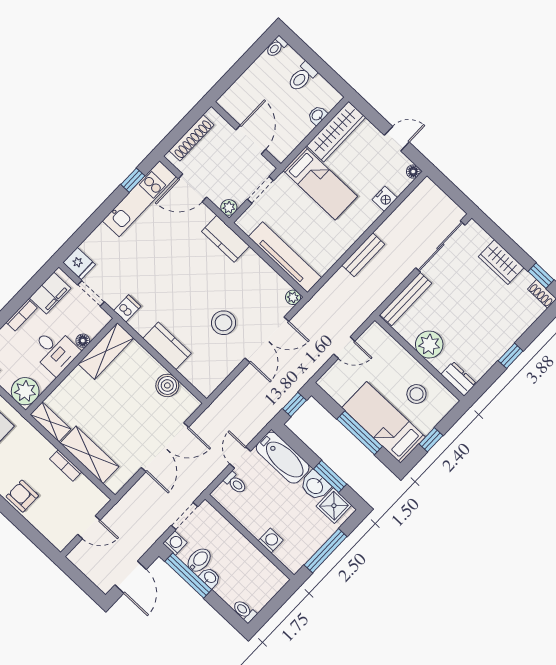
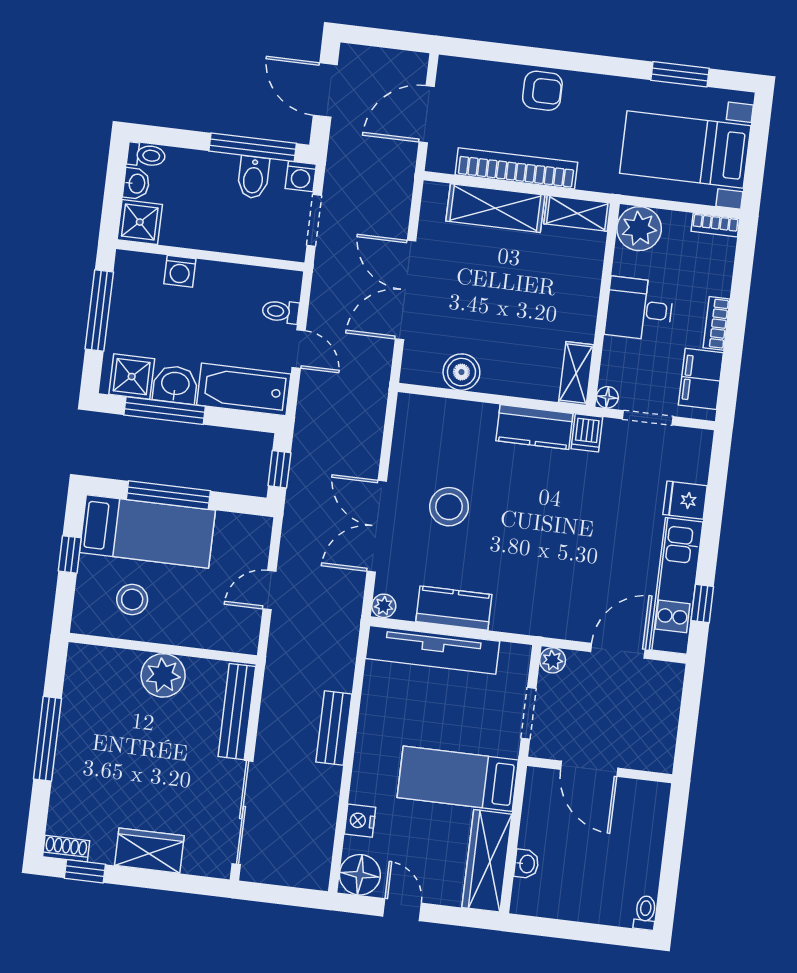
toilet: (302, 77) -> (583, 899), removed
shoe rack: (192, 138) -> (667, 714), removed
door: (397, 139) -> (402, 910), swing flipped
floor lamp: (413, 172) -> (360, 875), width x1.89, depth x1.89
kitchen counter: (226, 239) -> (454, 608), moved
fridge: (79, 264) -> (685, 500), moved
floor lamp: (83, 341) -> (607, 397), moved
kitchen counter: (167, 346) -> (534, 427), moved
shelving: (106, 351) -> (576, 373), width x0.67, depth x0.75
window: (511, 356) -> (47, 739), width x2.17
dresser: (459, 379) -> (92, 659), removed
bookcase: (66, 465) -> (516, 168), width x2.31, depth x1.31
window: (330, 476) -> (165, 411), width x1.44
door: (89, 527) -> (427, 114), width x1.38
washbasin: (210, 578) -> (136, 184), moved, turned -90
shower: (272, 580) -> (140, 222), added

